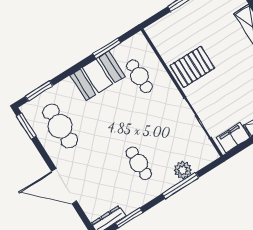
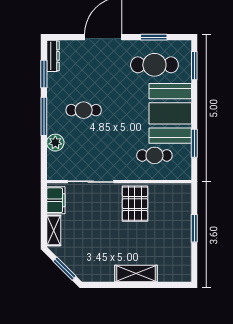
booth: (97, 76) -> (170, 113), width x1.36, depth x1.42
window: (26, 126) -> (154, 37), moved
window: (180, 186) -> (44, 116), moved

